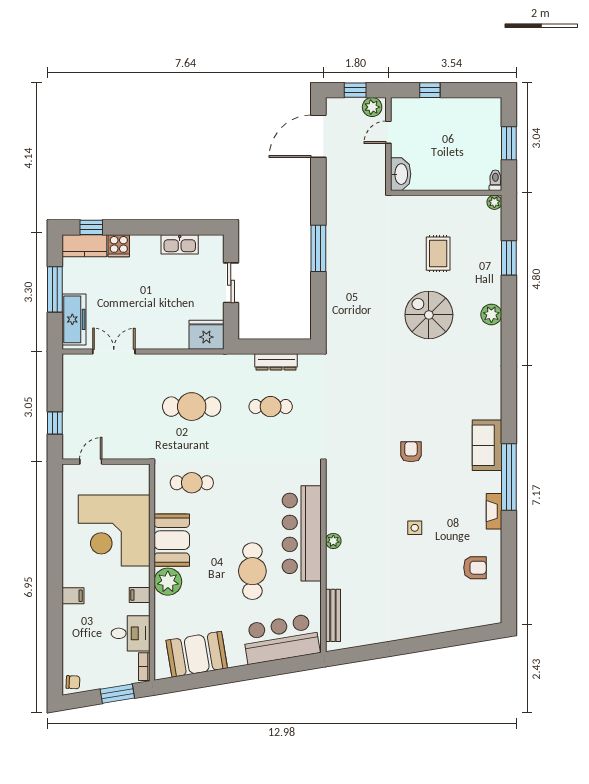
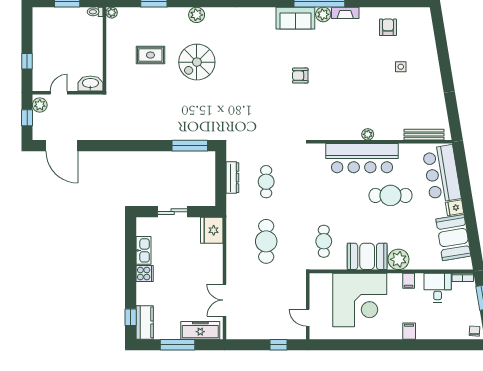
door: (388, 132) -> (59, 93), swing flipped
cooker: (119, 246) -> (145, 274), moved
window: (318, 248) -> (190, 146), moved
plant: (492, 482) -> (323, 14), added
side table: (415, 528) -> (401, 67), moved
fridge: (236, 656) -> (455, 208), added

